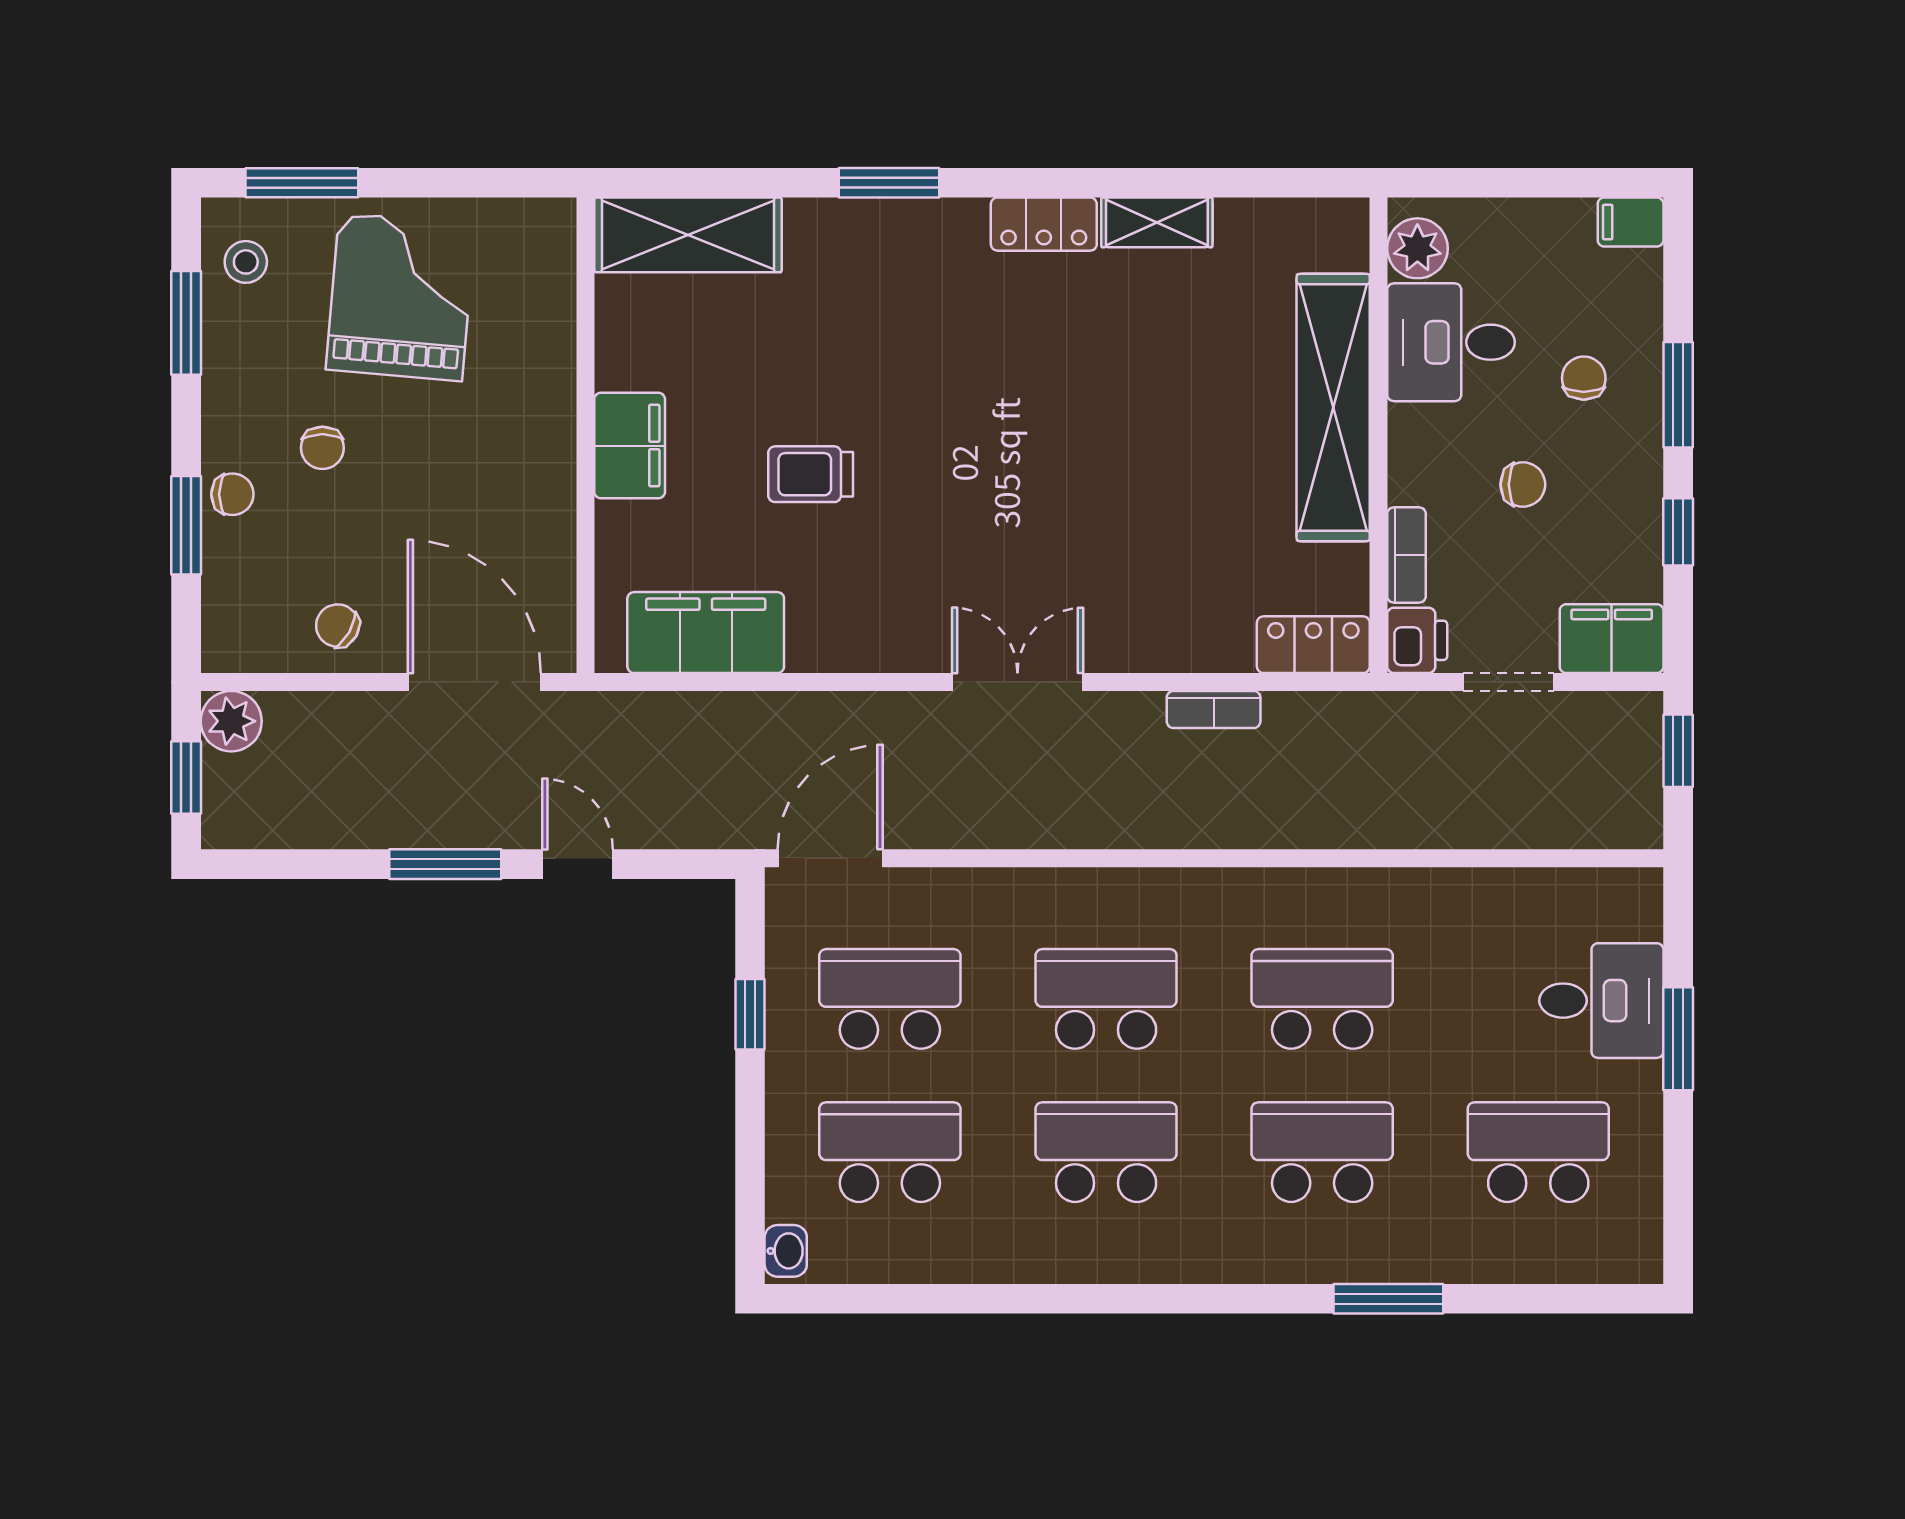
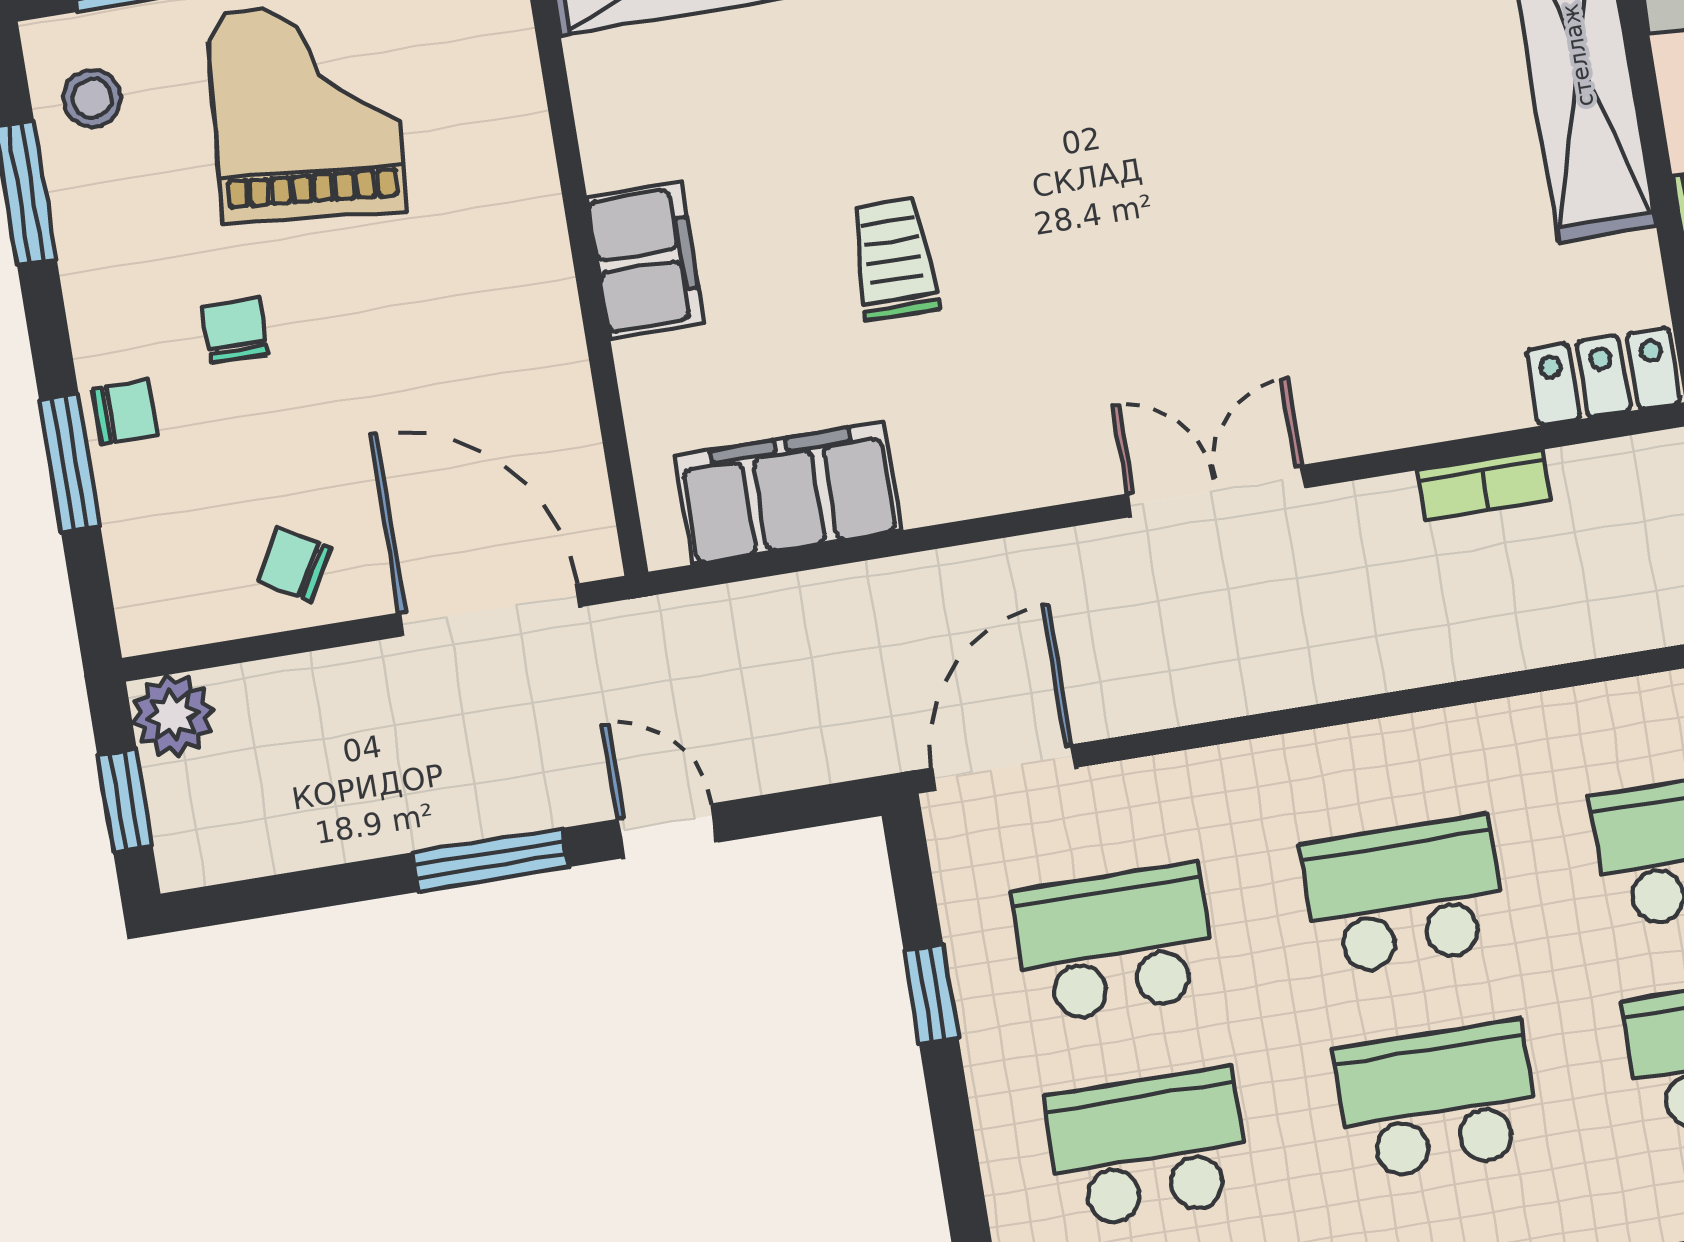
chair: (322, 448) -> (235, 330), turned 180
trolley: (811, 474) -> (894, 258), turned 90

